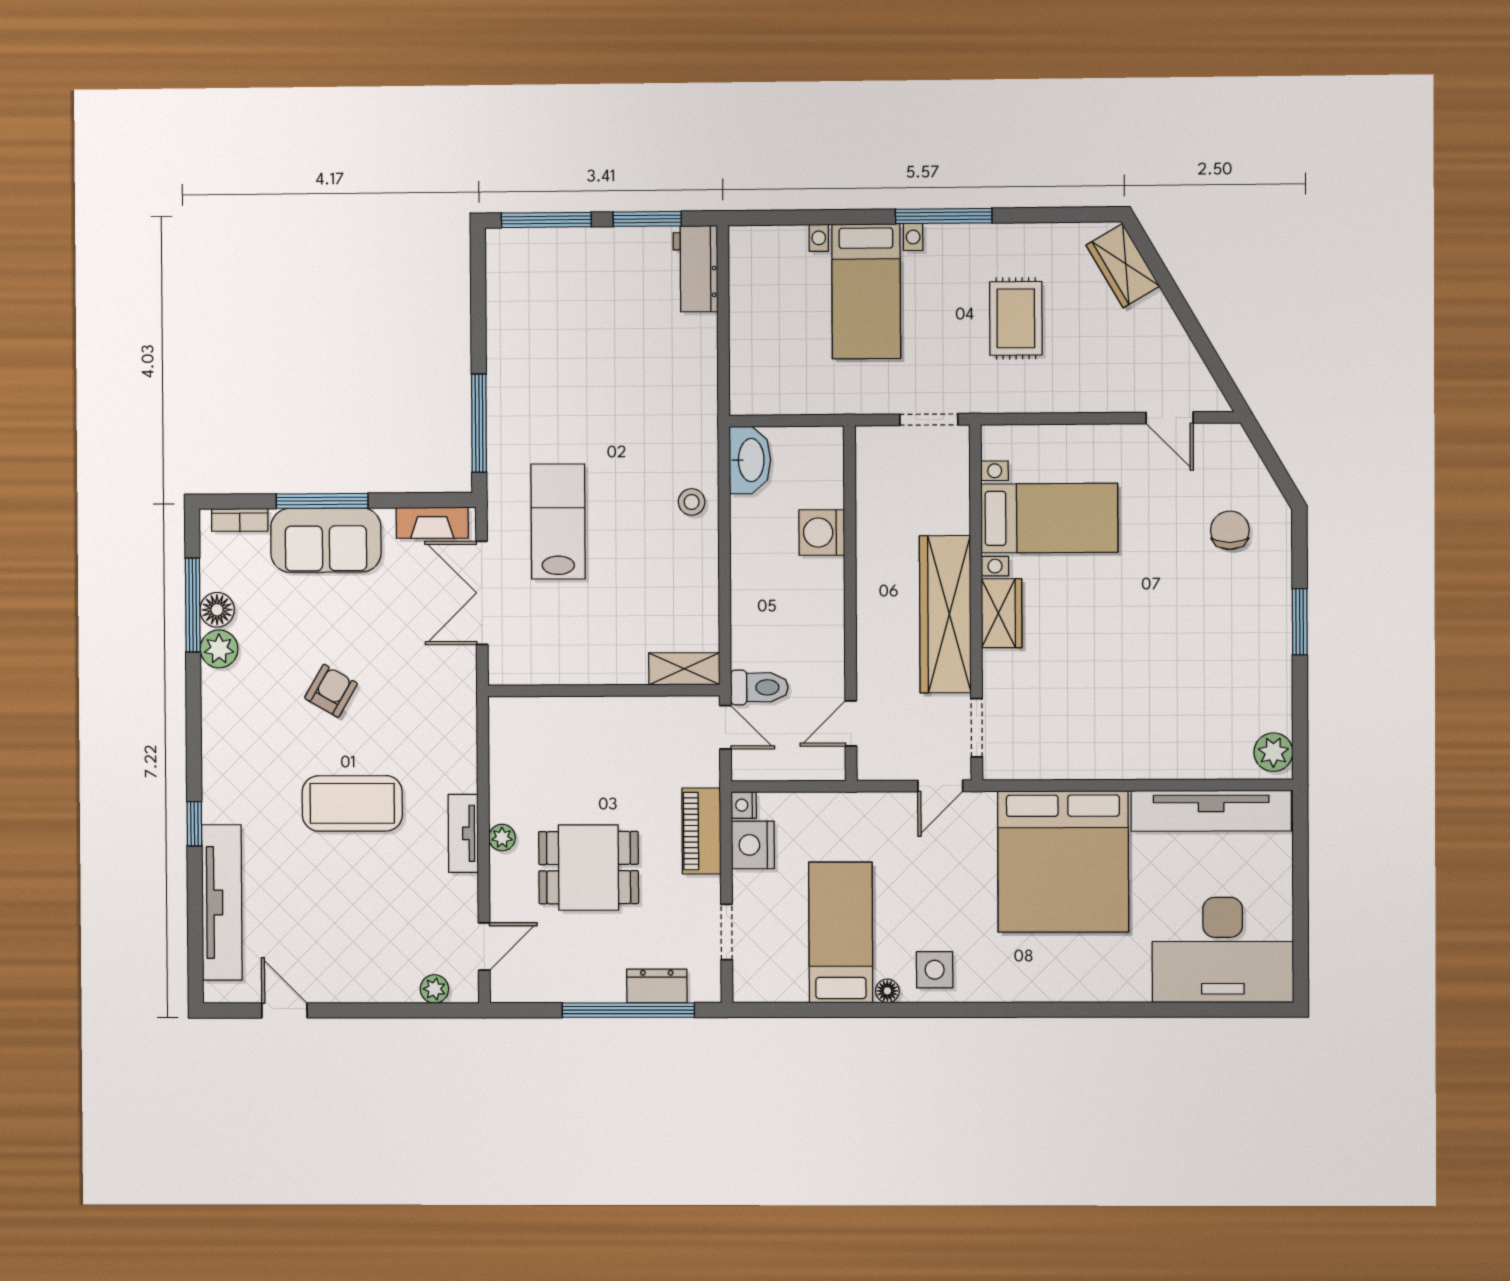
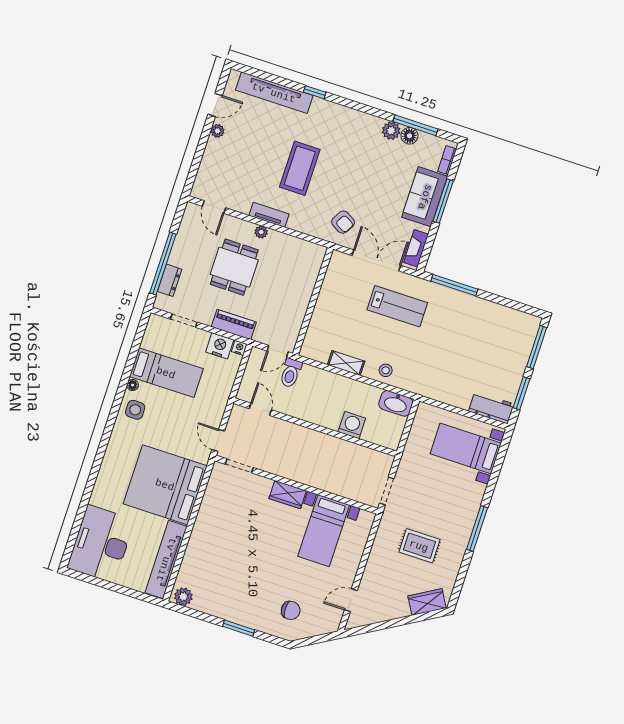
bed with nightstands: (866, 291) -> (466, 448), moved
wardrobe: (945, 614) -> (296, 469), removed
shelving: (684, 669) -> (346, 363), moved, turned 90
armchair: (331, 691) -> (343, 222), moved
plant: (434, 989) -> (217, 131), moved

